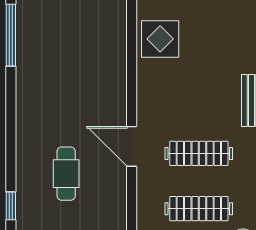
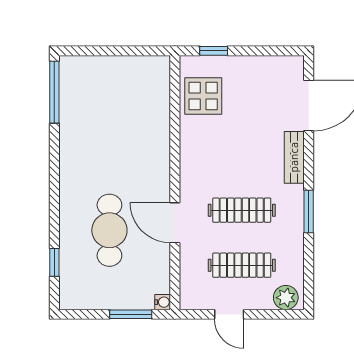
door: (132, 146) -> (175, 223), moved
cafe table: (66, 174) -> (109, 230), width x1.37, depth x1.35

